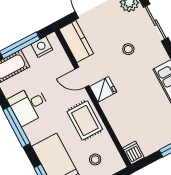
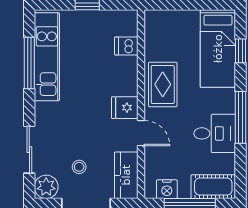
stool: (128, 49) -> (79, 167), moved
dishwasher: (133, 153) -> (126, 46), moved, turned 90
stool: (95, 159) -> (174, 36), removed

